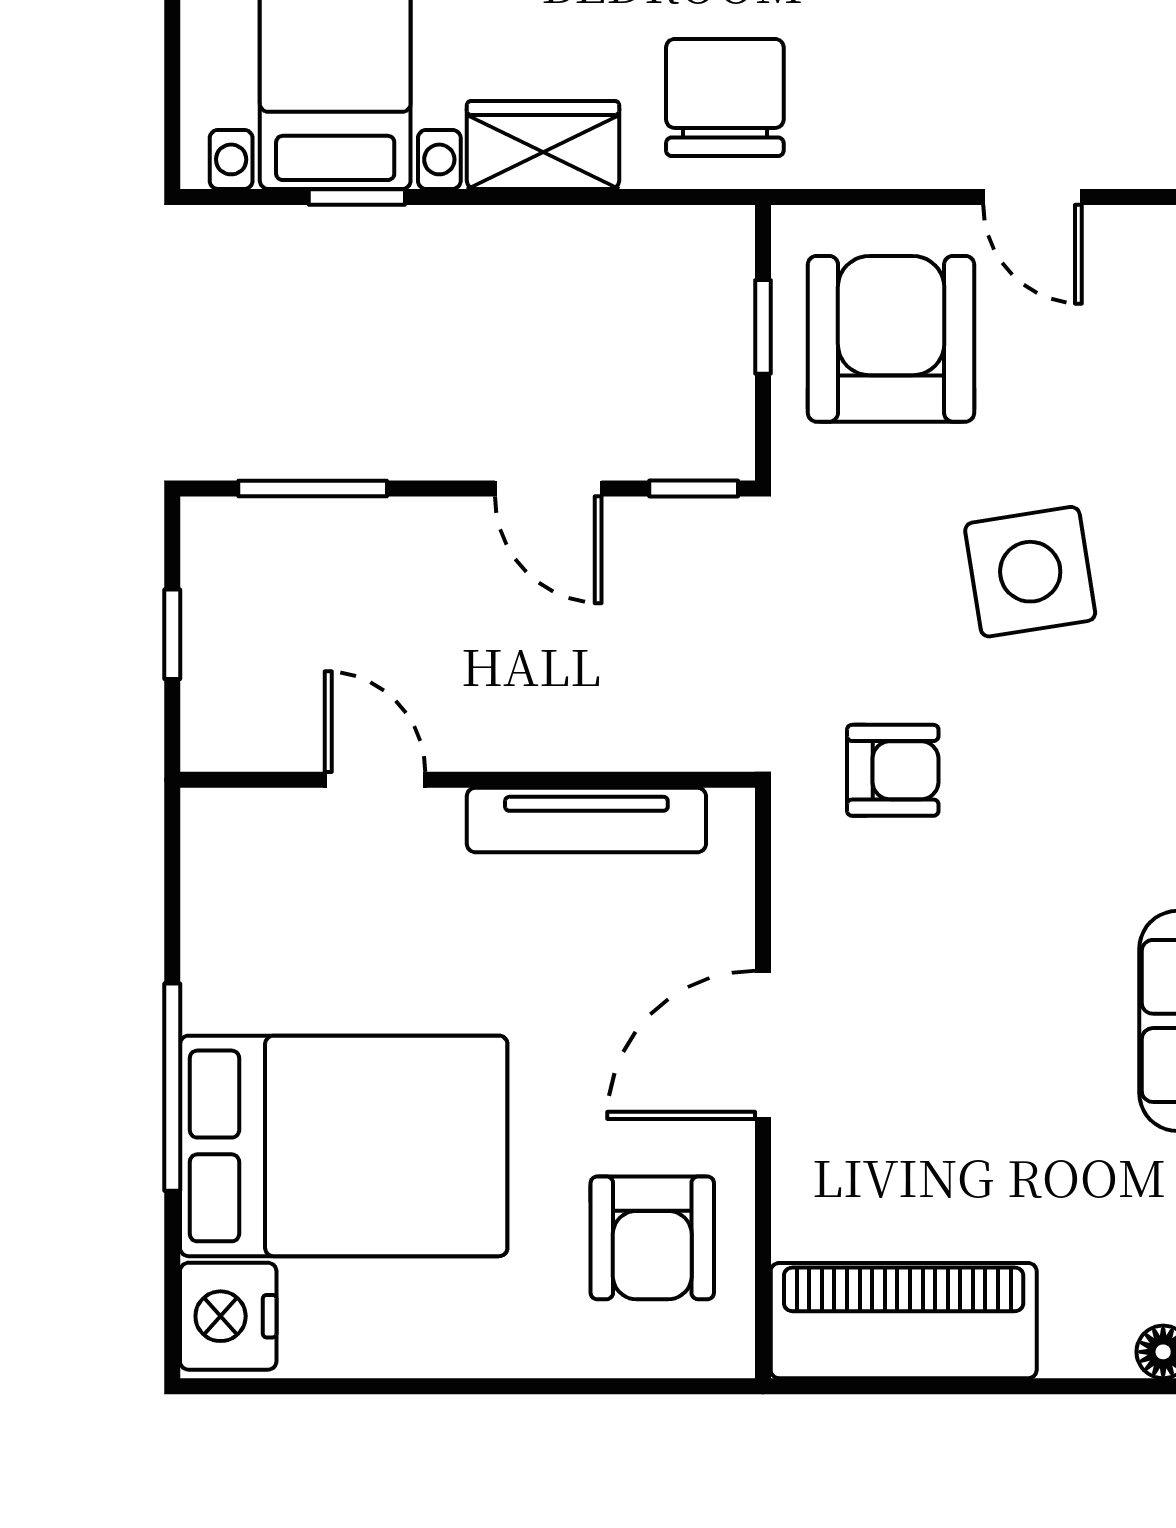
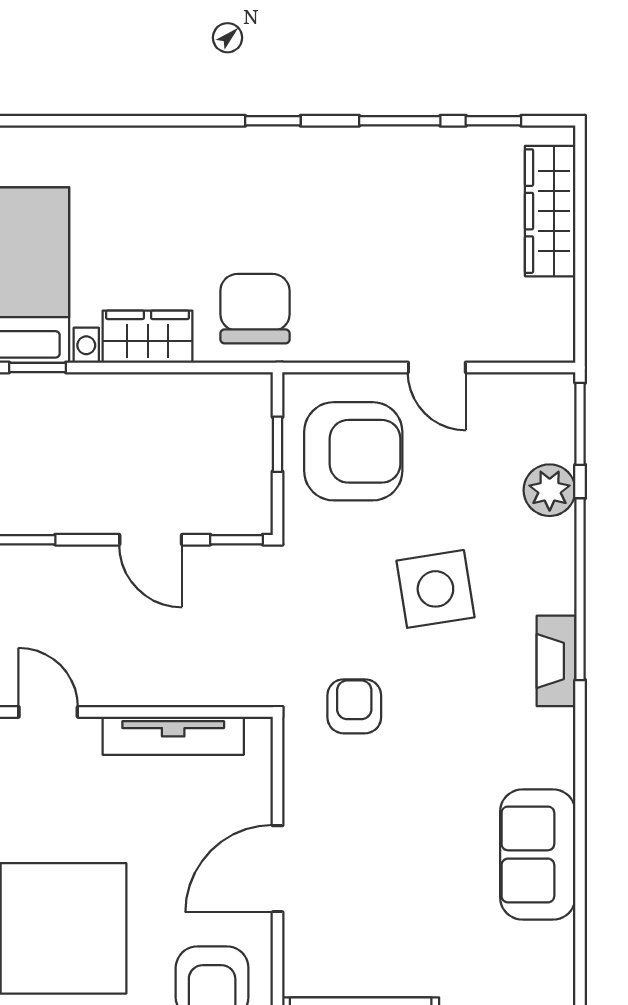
armchair: (891, 339) -> (353, 451), turned 90
armchair: (893, 770) -> (354, 706), turned -90

